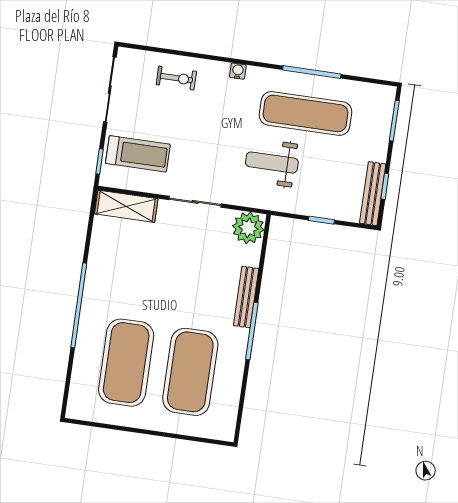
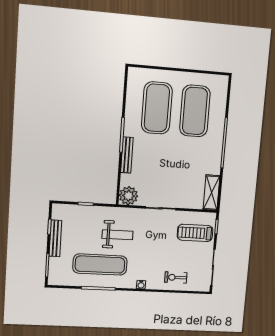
bench: (373, 194) -> (55, 238), moved
shelving: (126, 206) -> (211, 193), moved, turned 90

